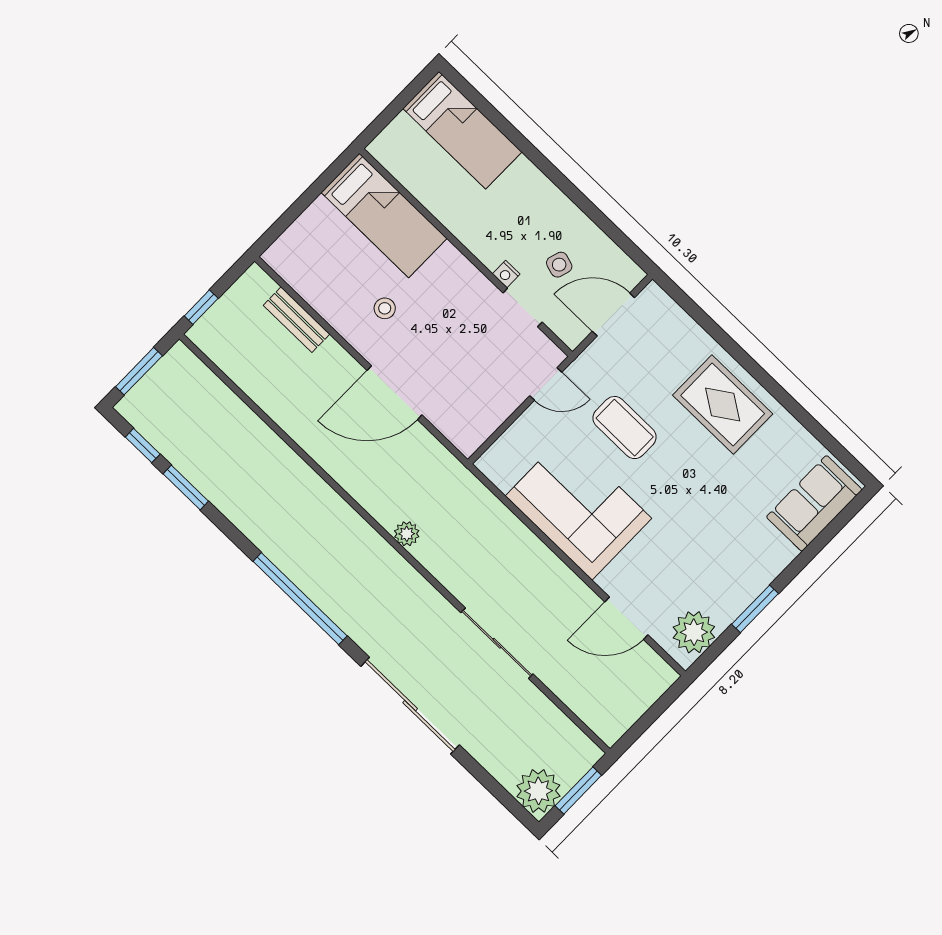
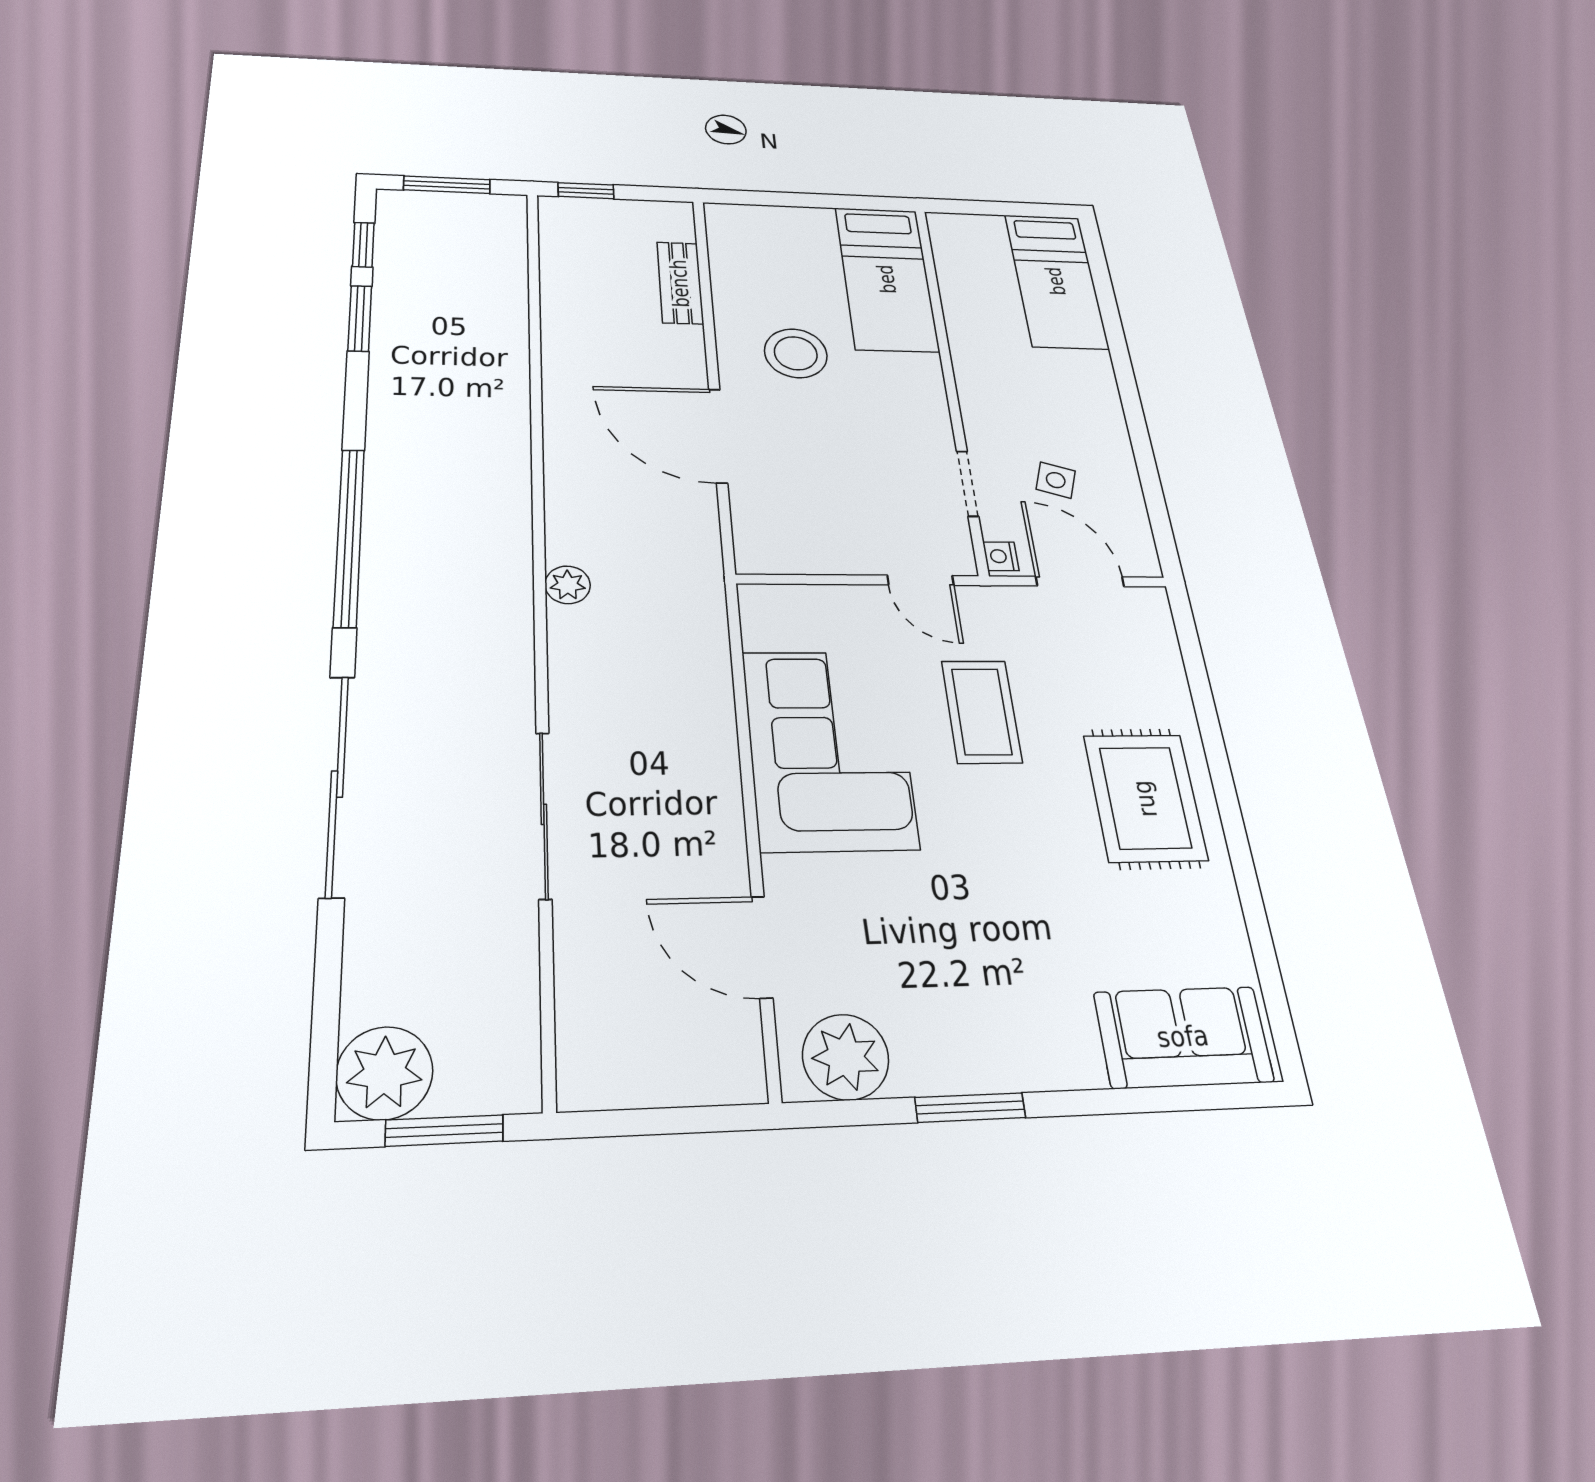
nightstand: (506, 274) -> (1001, 556), moved
stool: (385, 308) -> (796, 353), width x1.89, depth x1.89

